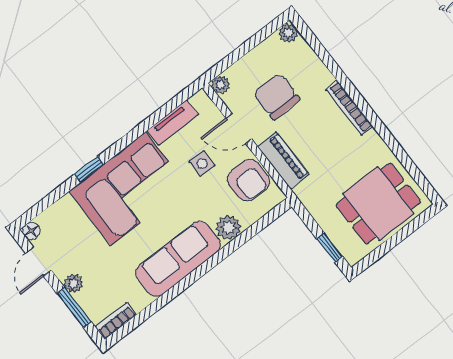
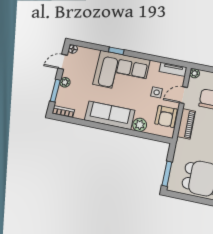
tv unit: (173, 123) -> (173, 69), moved
door: (239, 129) -> (183, 95), hinge flipped
window: (330, 248) -> (167, 174), width x1.50

